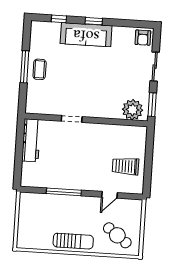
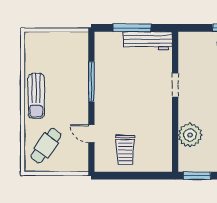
plant: (133, 110) -> (190, 135), moved
window: (19, 153) -> (132, 28), added
trolley: (125, 166) -> (125, 150), turned 180

